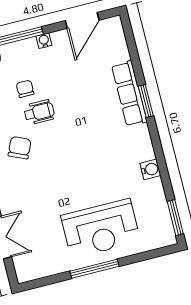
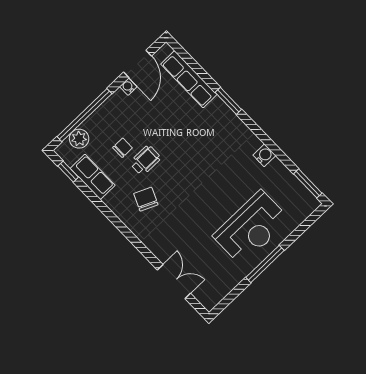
water cooler: (44, 41) -> (128, 87), moved
chair: (25, 89) -> (123, 148), turned 90
row of seats: (129, 94) -> (189, 79), moved

